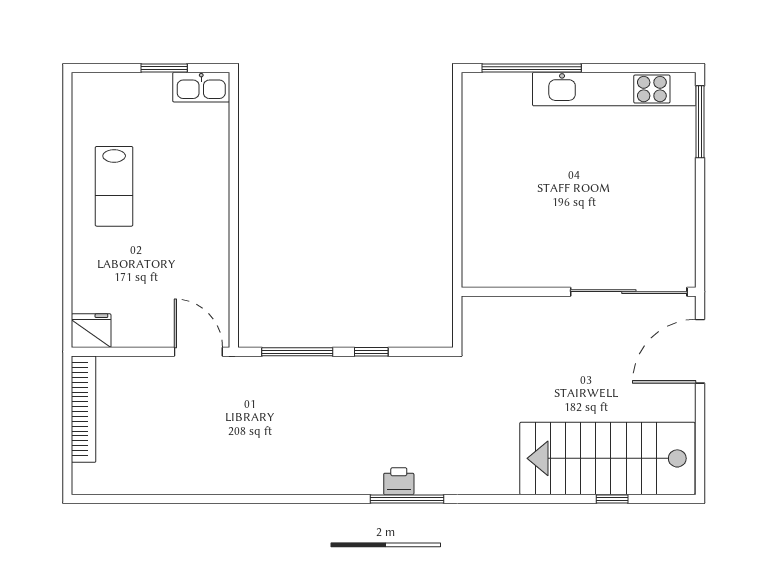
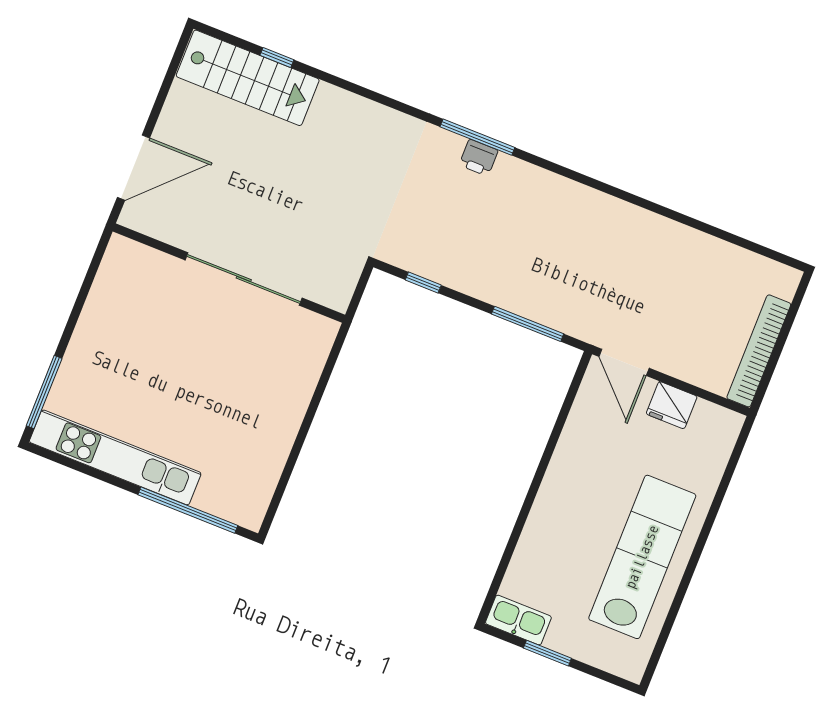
lab bench: (114, 186) -> (642, 557), width x1.86, depth x1.39
sliding door: (629, 292) -> (244, 279), moved
fridge: (91, 331) -> (672, 405), moved
window: (371, 352) -> (423, 282), moved
stairs: (607, 458) -> (248, 78), width x0.73, depth x0.66

